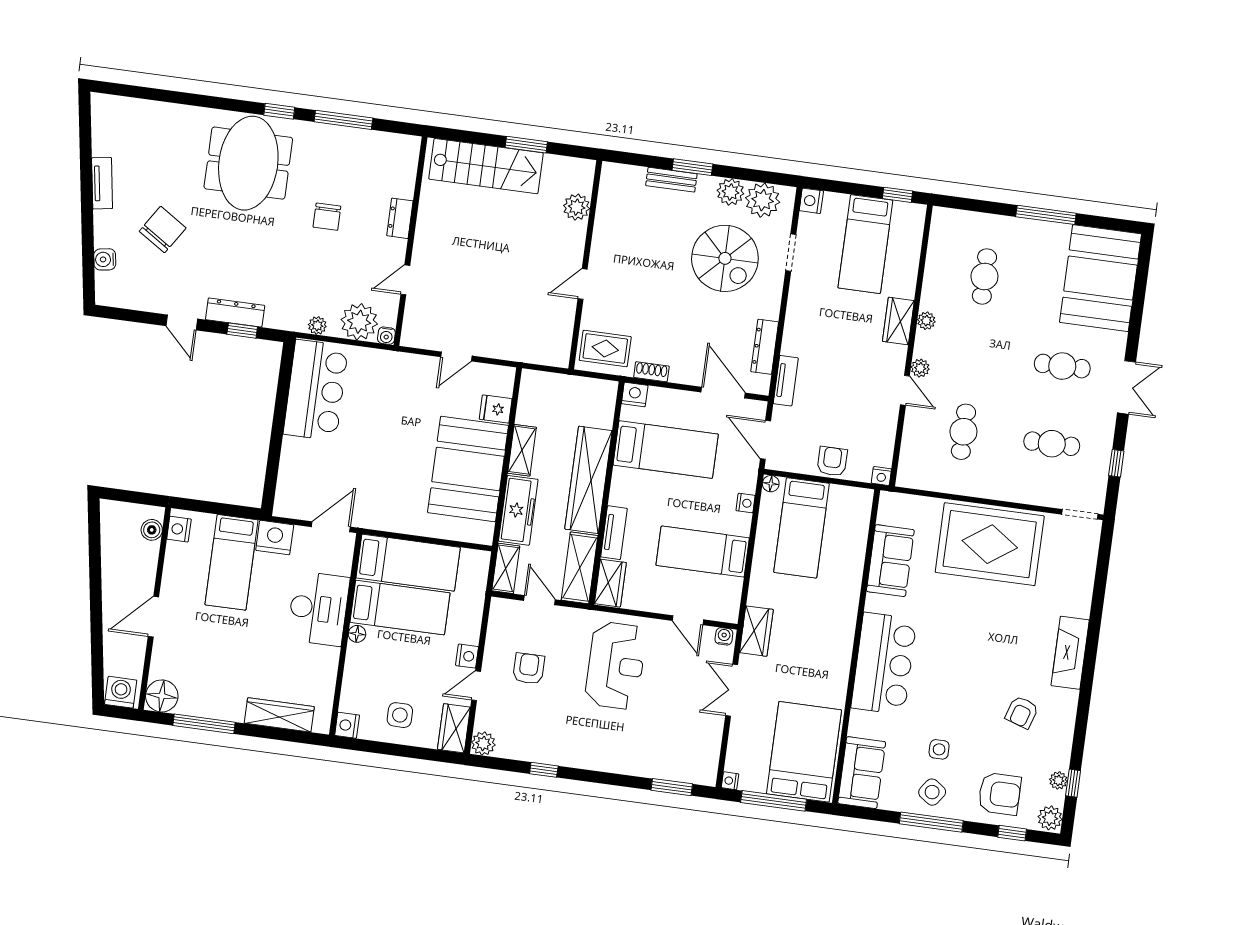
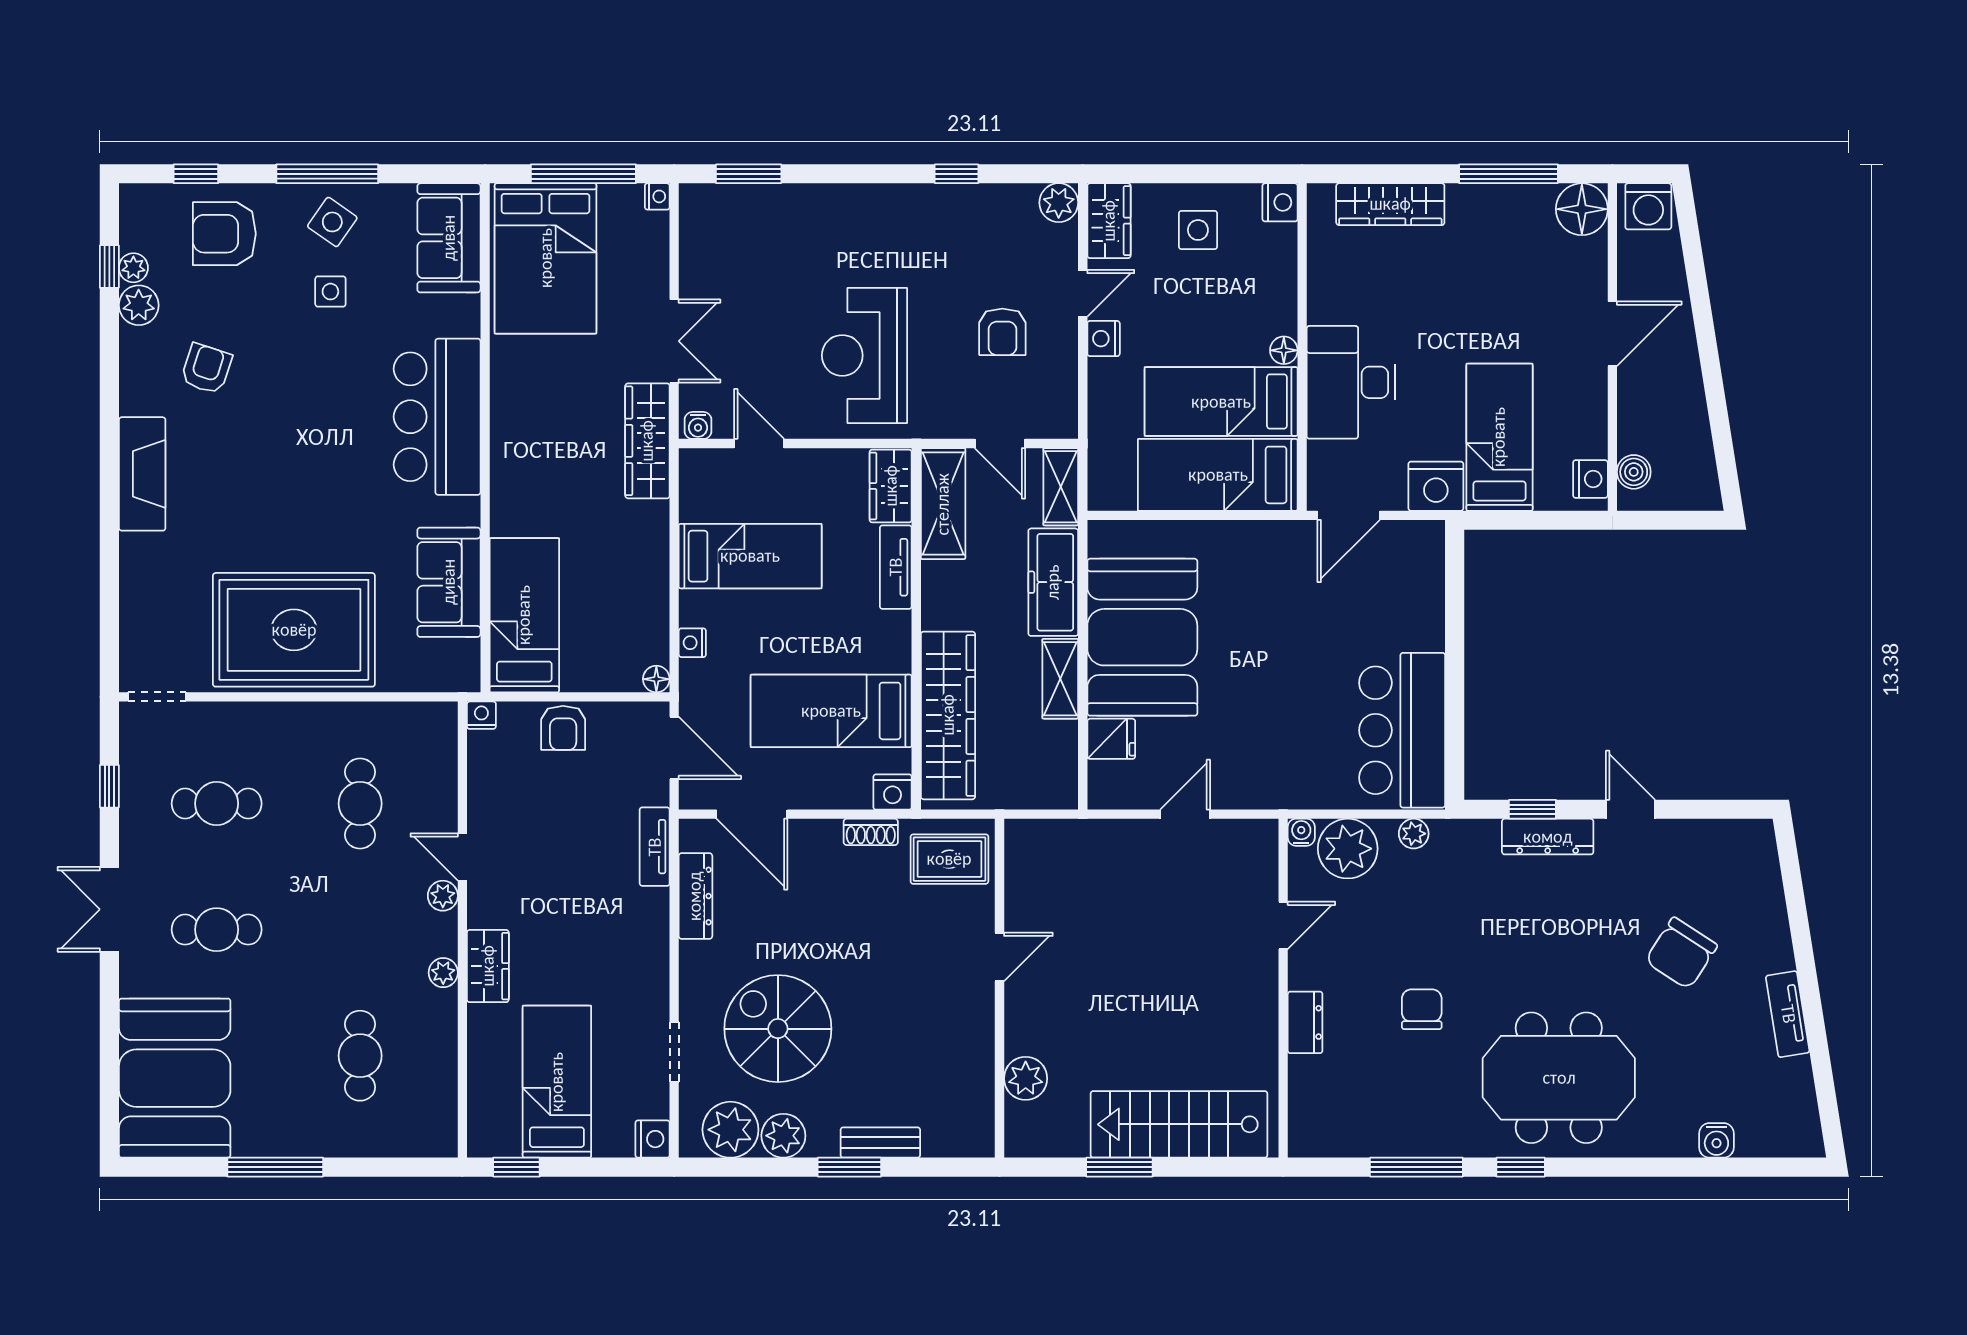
meeting table: (248, 163) -> (1559, 1078), turned 90
water cooler: (105, 259) -> (1716, 1140), moved, turned 99
wardrobe: (588, 480) -> (948, 715), moved
bed: (802, 528) -> (524, 615), moved
wardrobe: (756, 631) -> (647, 441), width x1.50
plant: (1050, 818) -> (139, 305), moved

